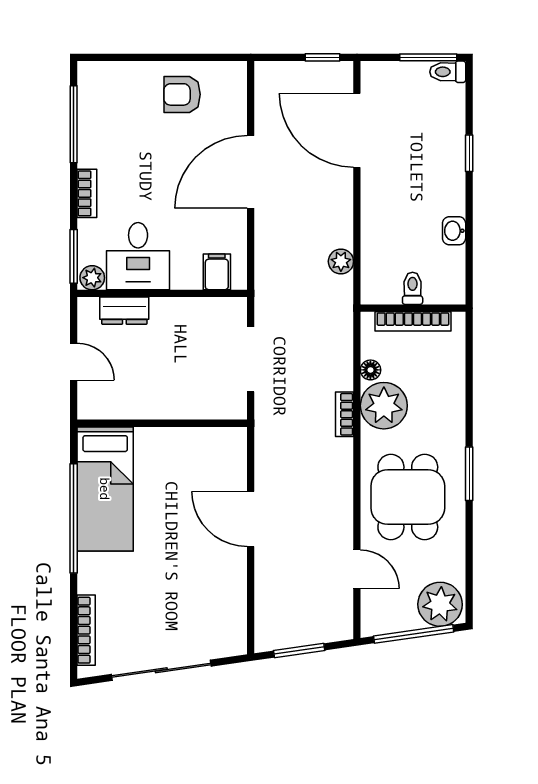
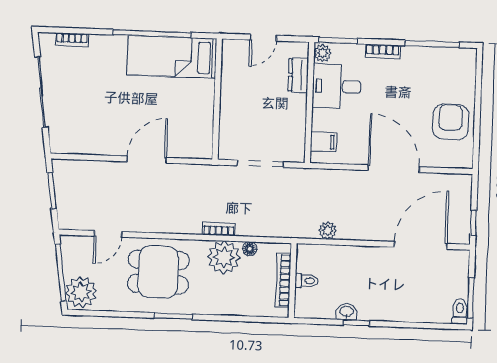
armchair: (182, 94) -> (451, 122), width x1.38, depth x1.38
window: (469, 153) -> (356, 323), moved
bookcase: (86, 630) -> (72, 40), width x0.64

